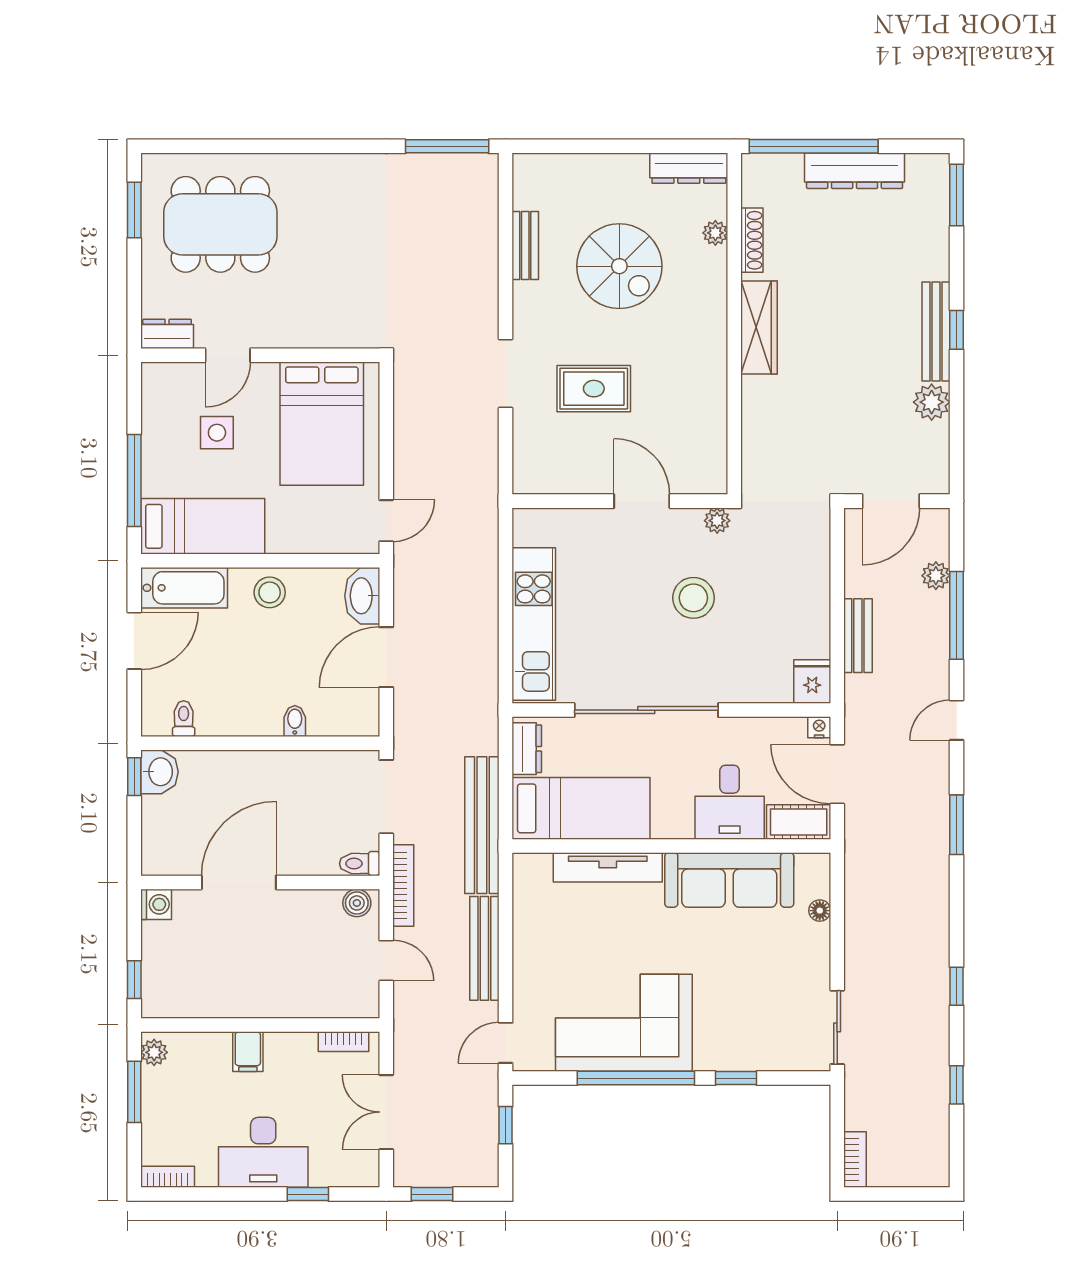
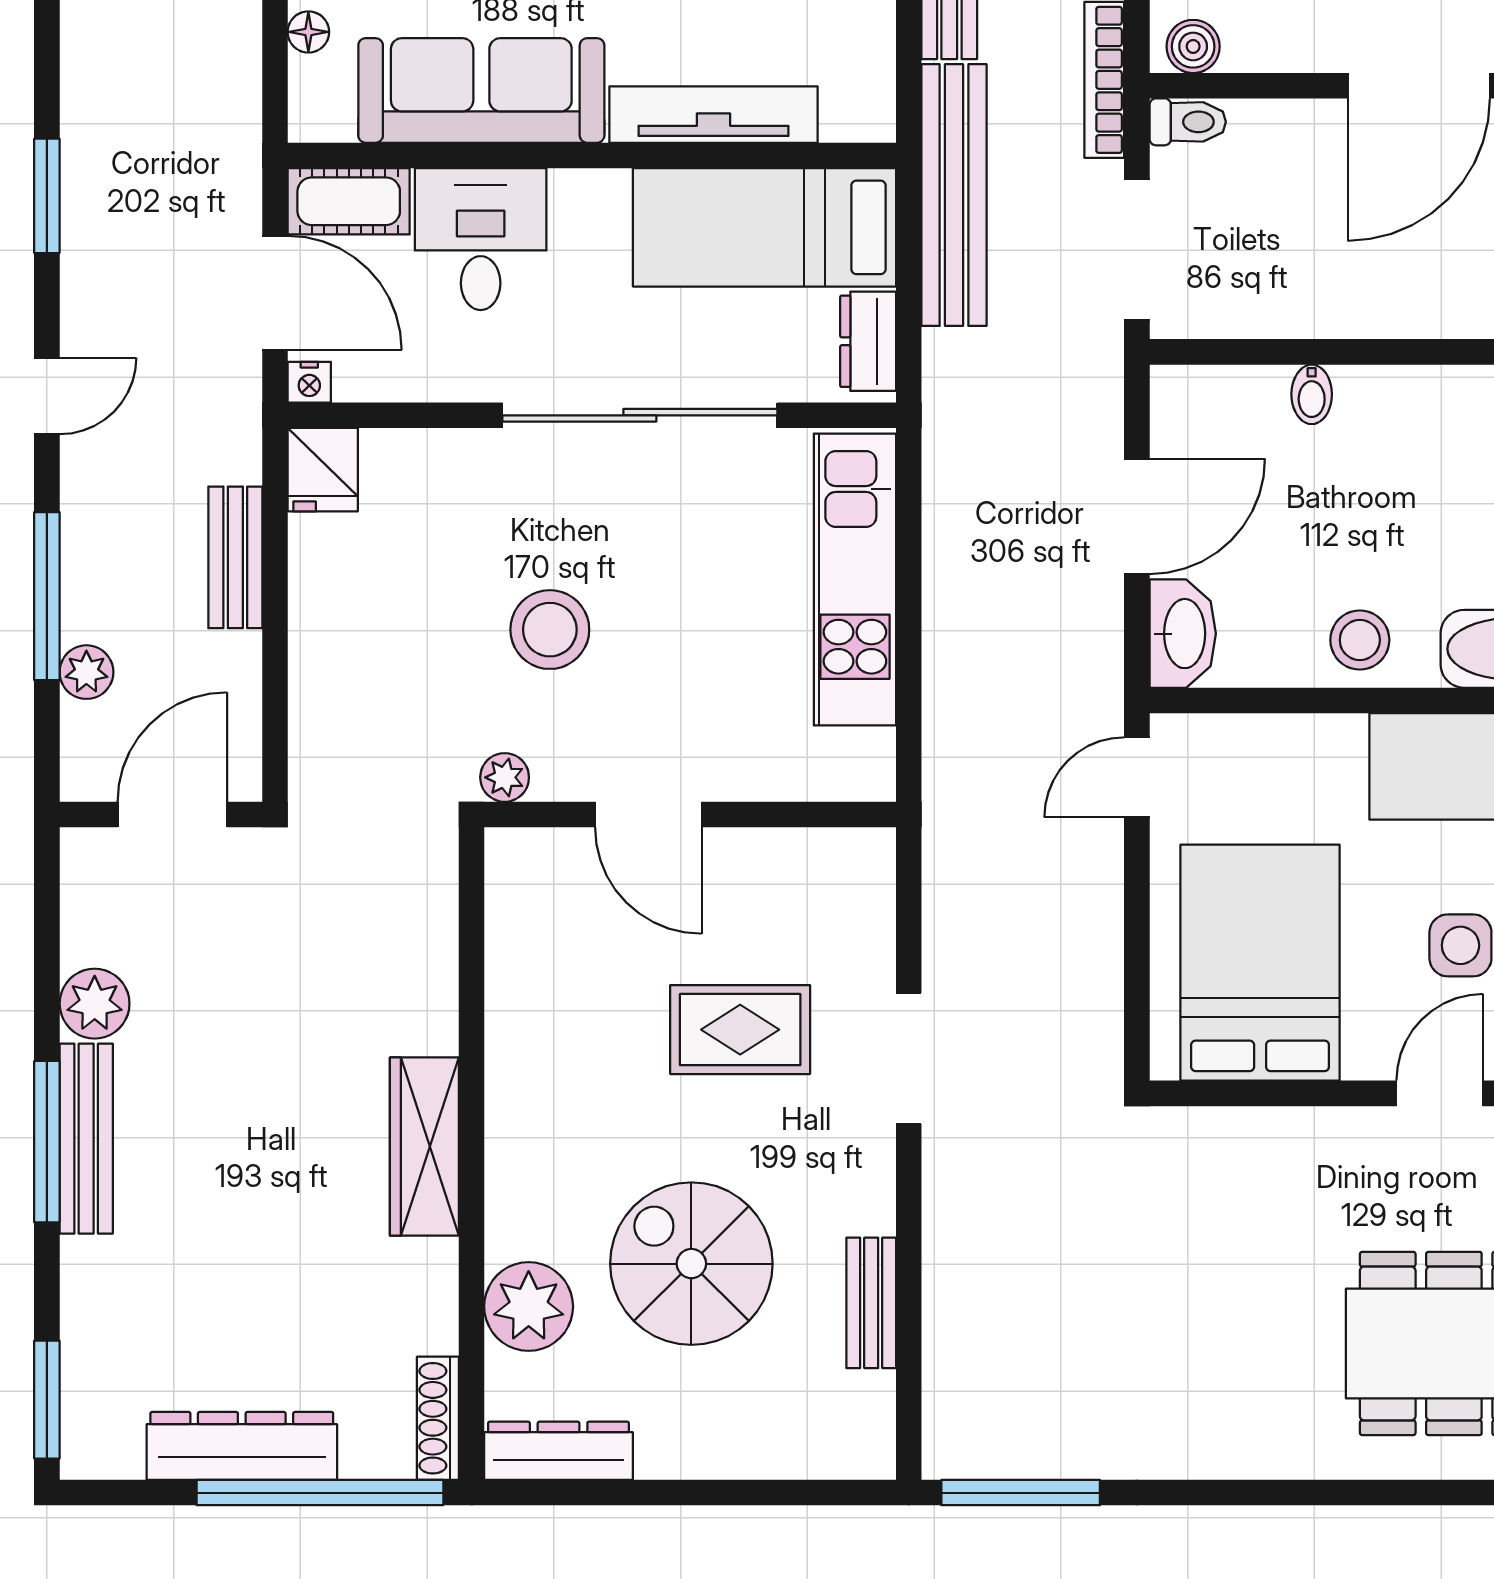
plant: (715, 233) -> (529, 1306), width x1.87, depth x1.87
shoe rack: (752, 240) -> (438, 1418), moved
window: (957, 330) -> (47, 1142), width x2.17

